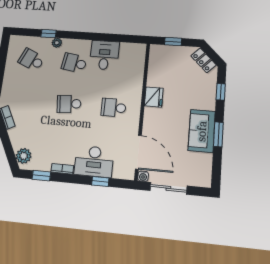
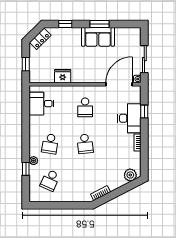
desk: (104, 55) -> (42, 104), moved
fridge: (154, 97) -> (63, 76), moved
window: (41, 176) -> (144, 158), removed

